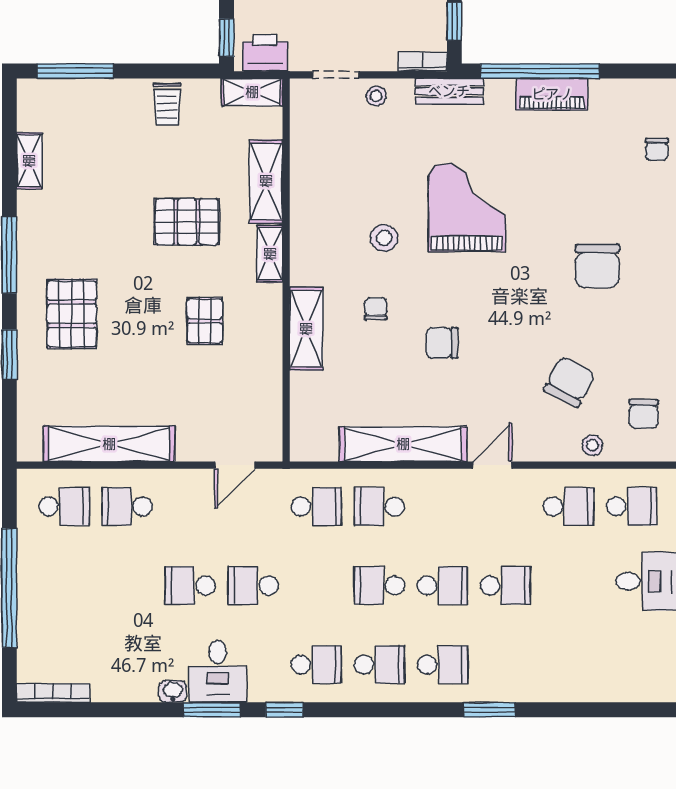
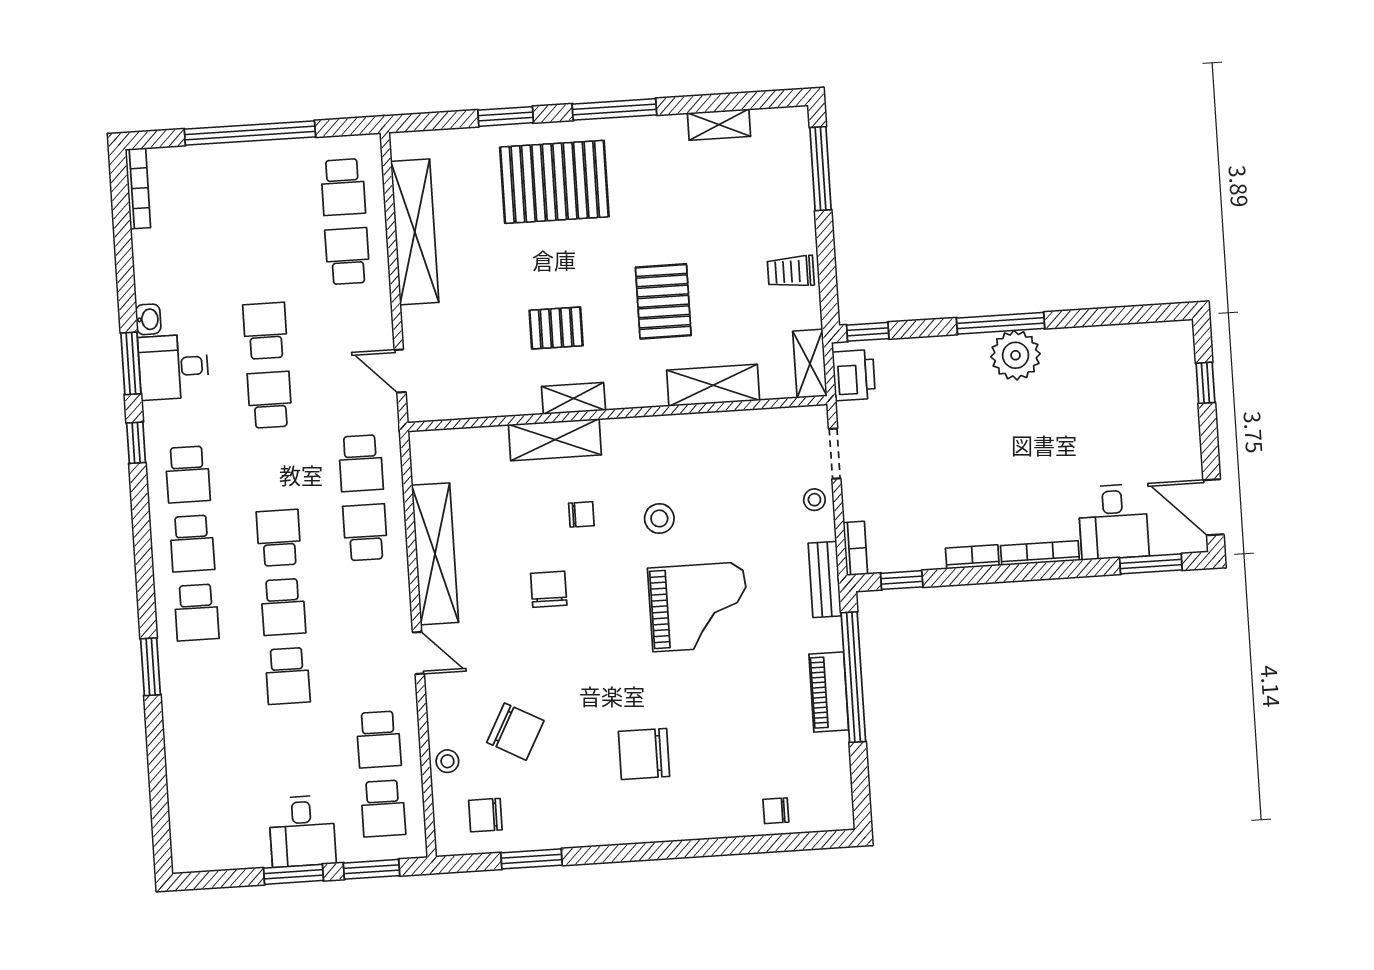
shelving: (270, 254) -> (573, 398), moved
pallet: (72, 314) -> (554, 182), width x1.37, depth x1.41

